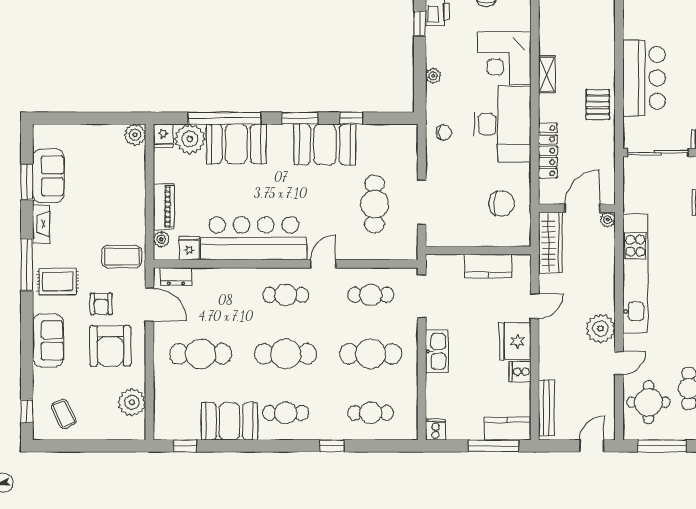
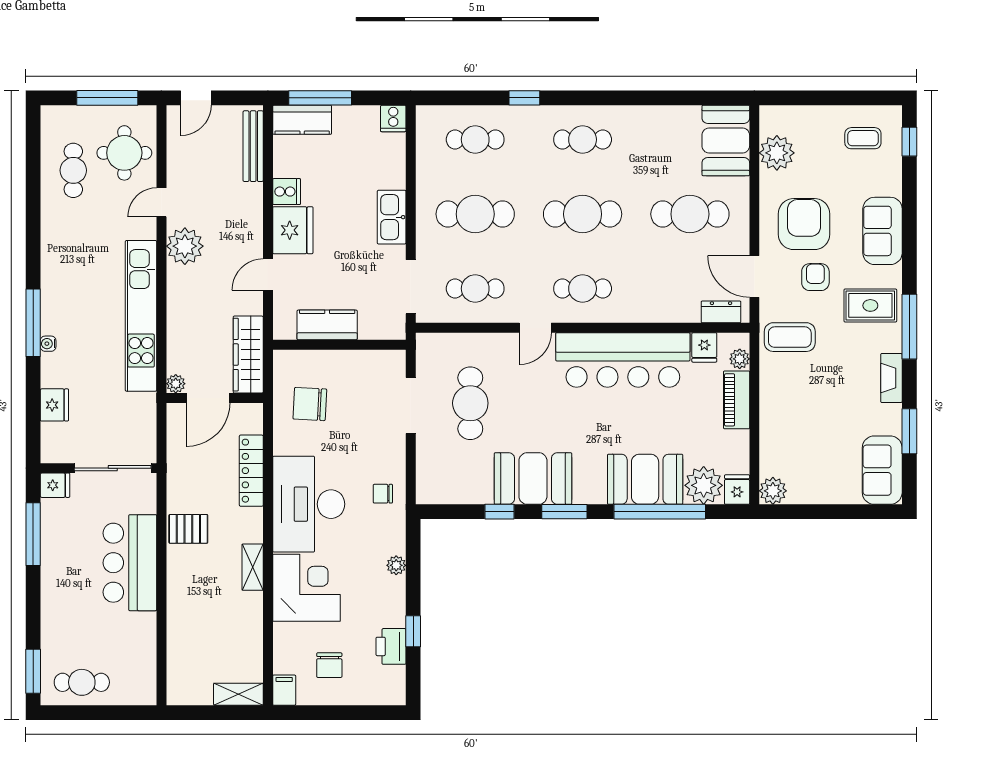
pallet: (598, 105) -> (188, 529), turned 90
sofa: (48, 176) -> (882, 470), moved
coffee table: (64, 414) -> (863, 138), turned -65
booth: (229, 421) -> (726, 140), moved, turned 90
window: (185, 446) -> (710, 98), removed

